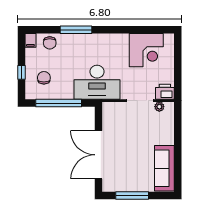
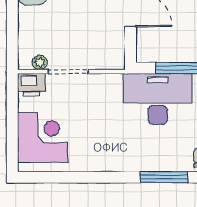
corner desk: (146, 50) -> (43, 137), moved, turned 90
desk: (97, 82) -> (158, 99), moved

